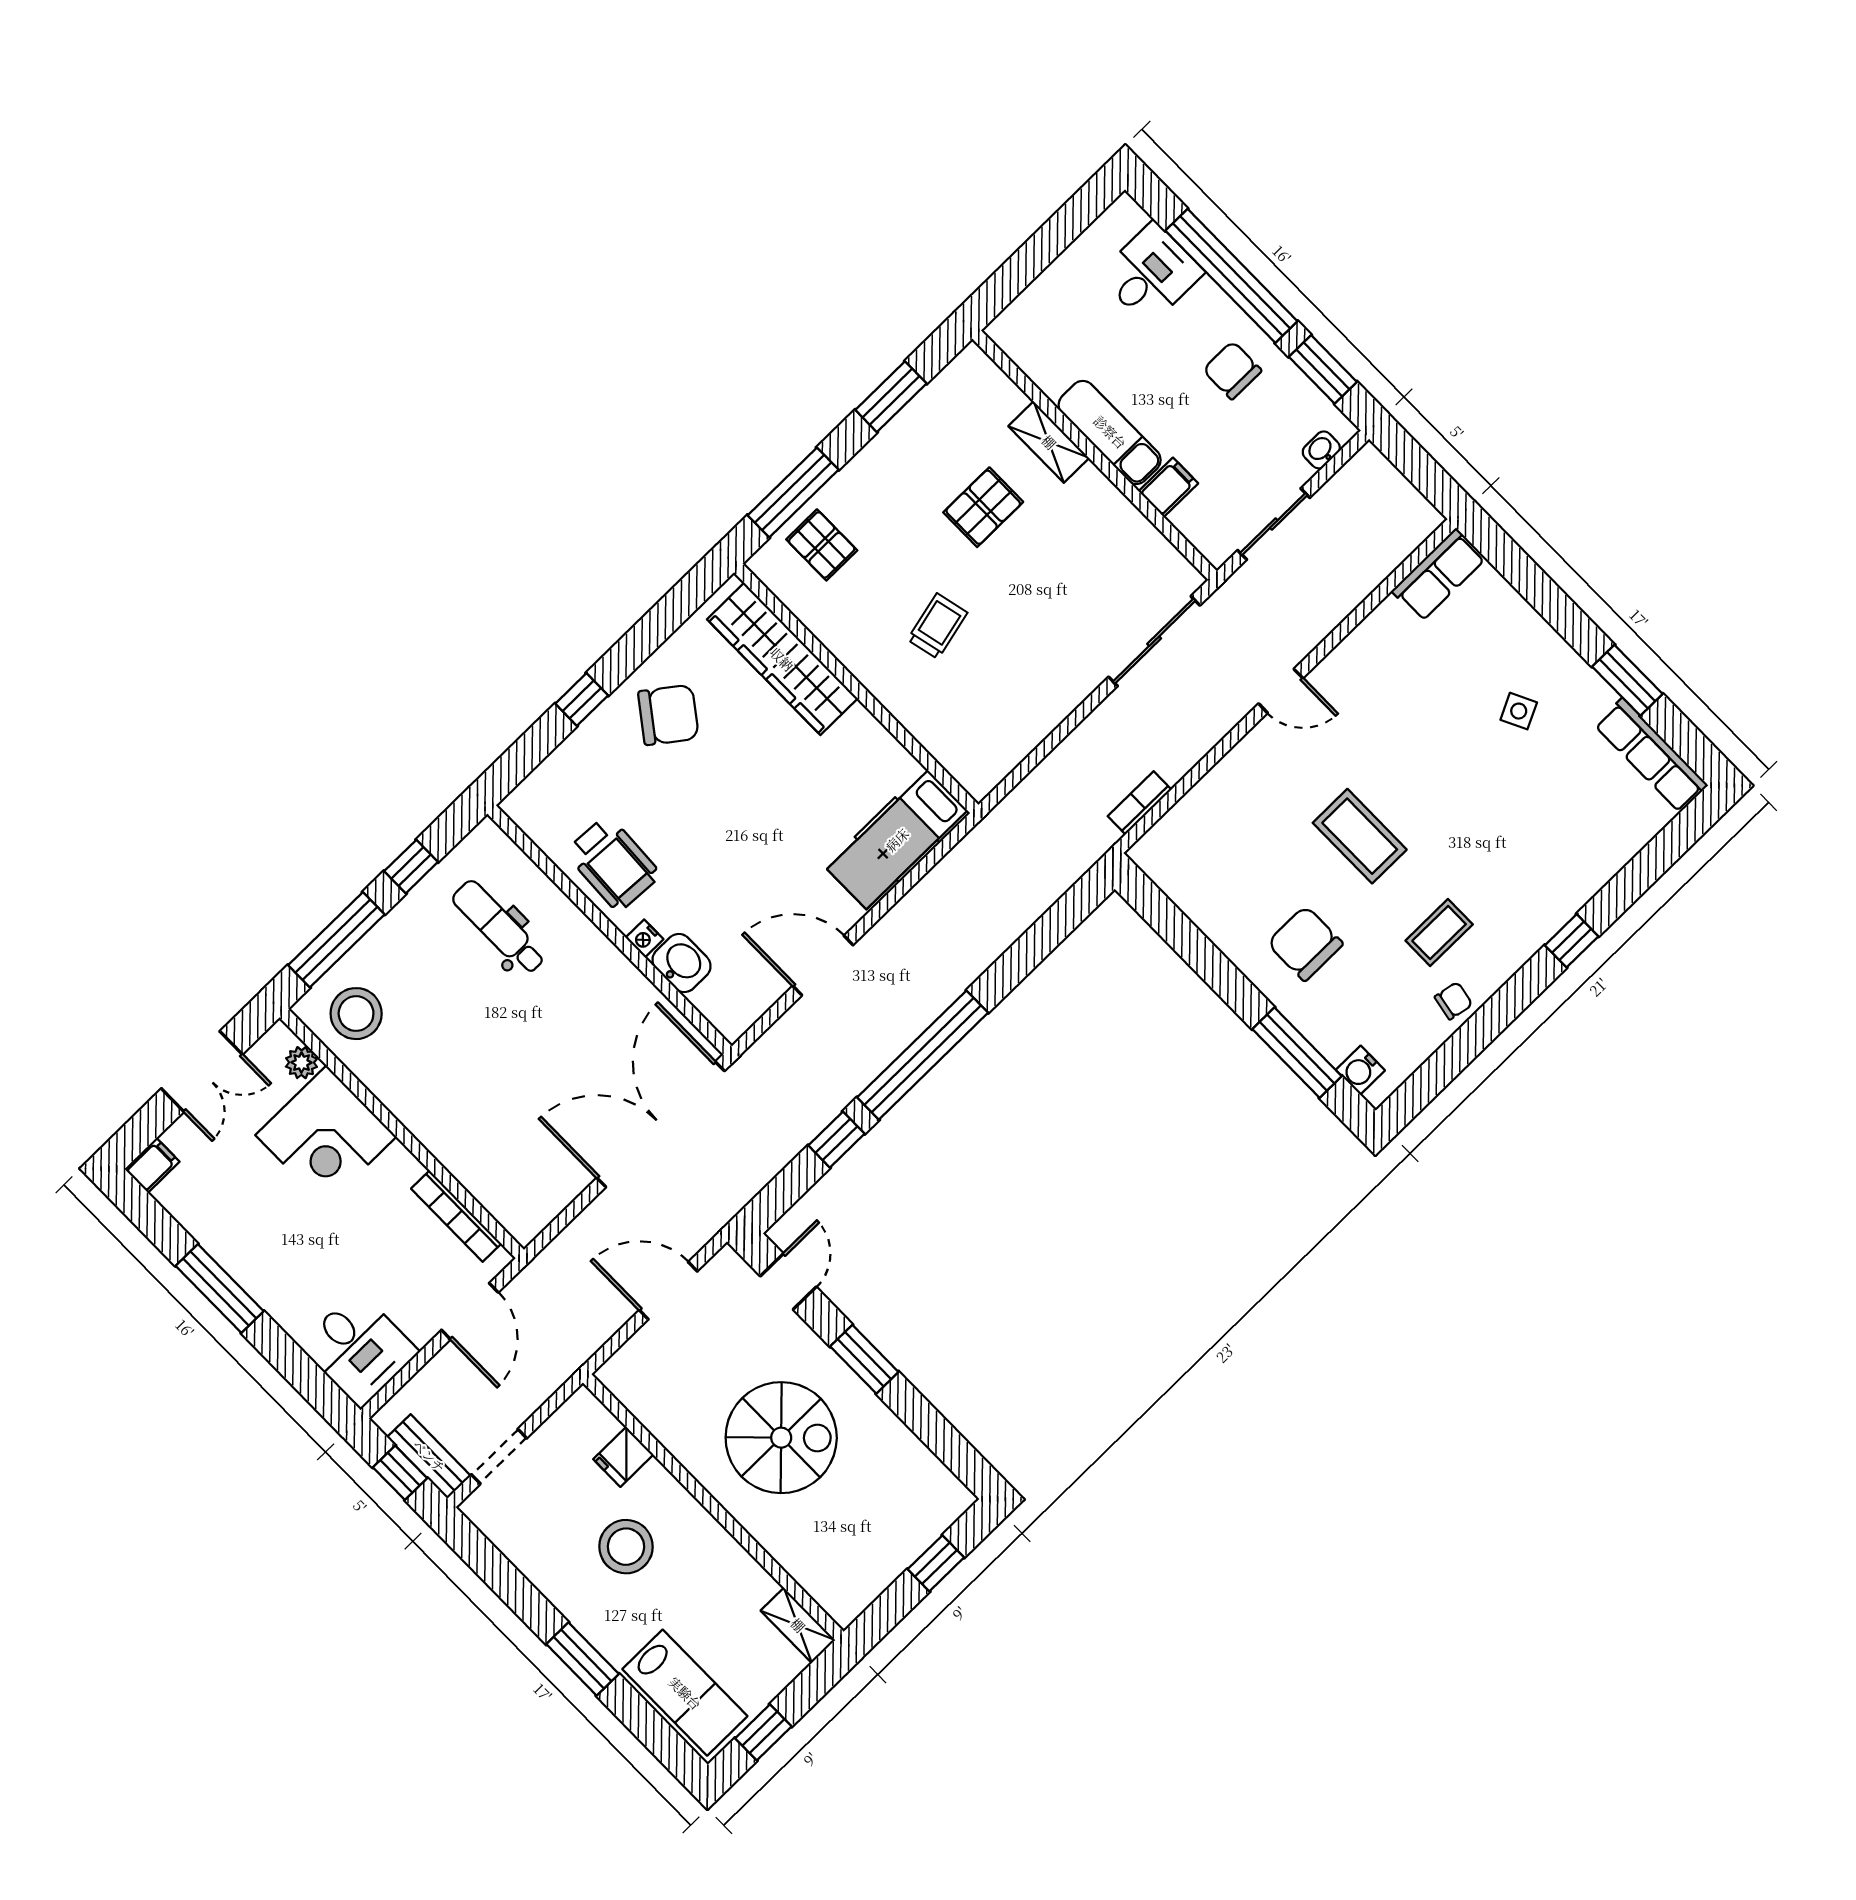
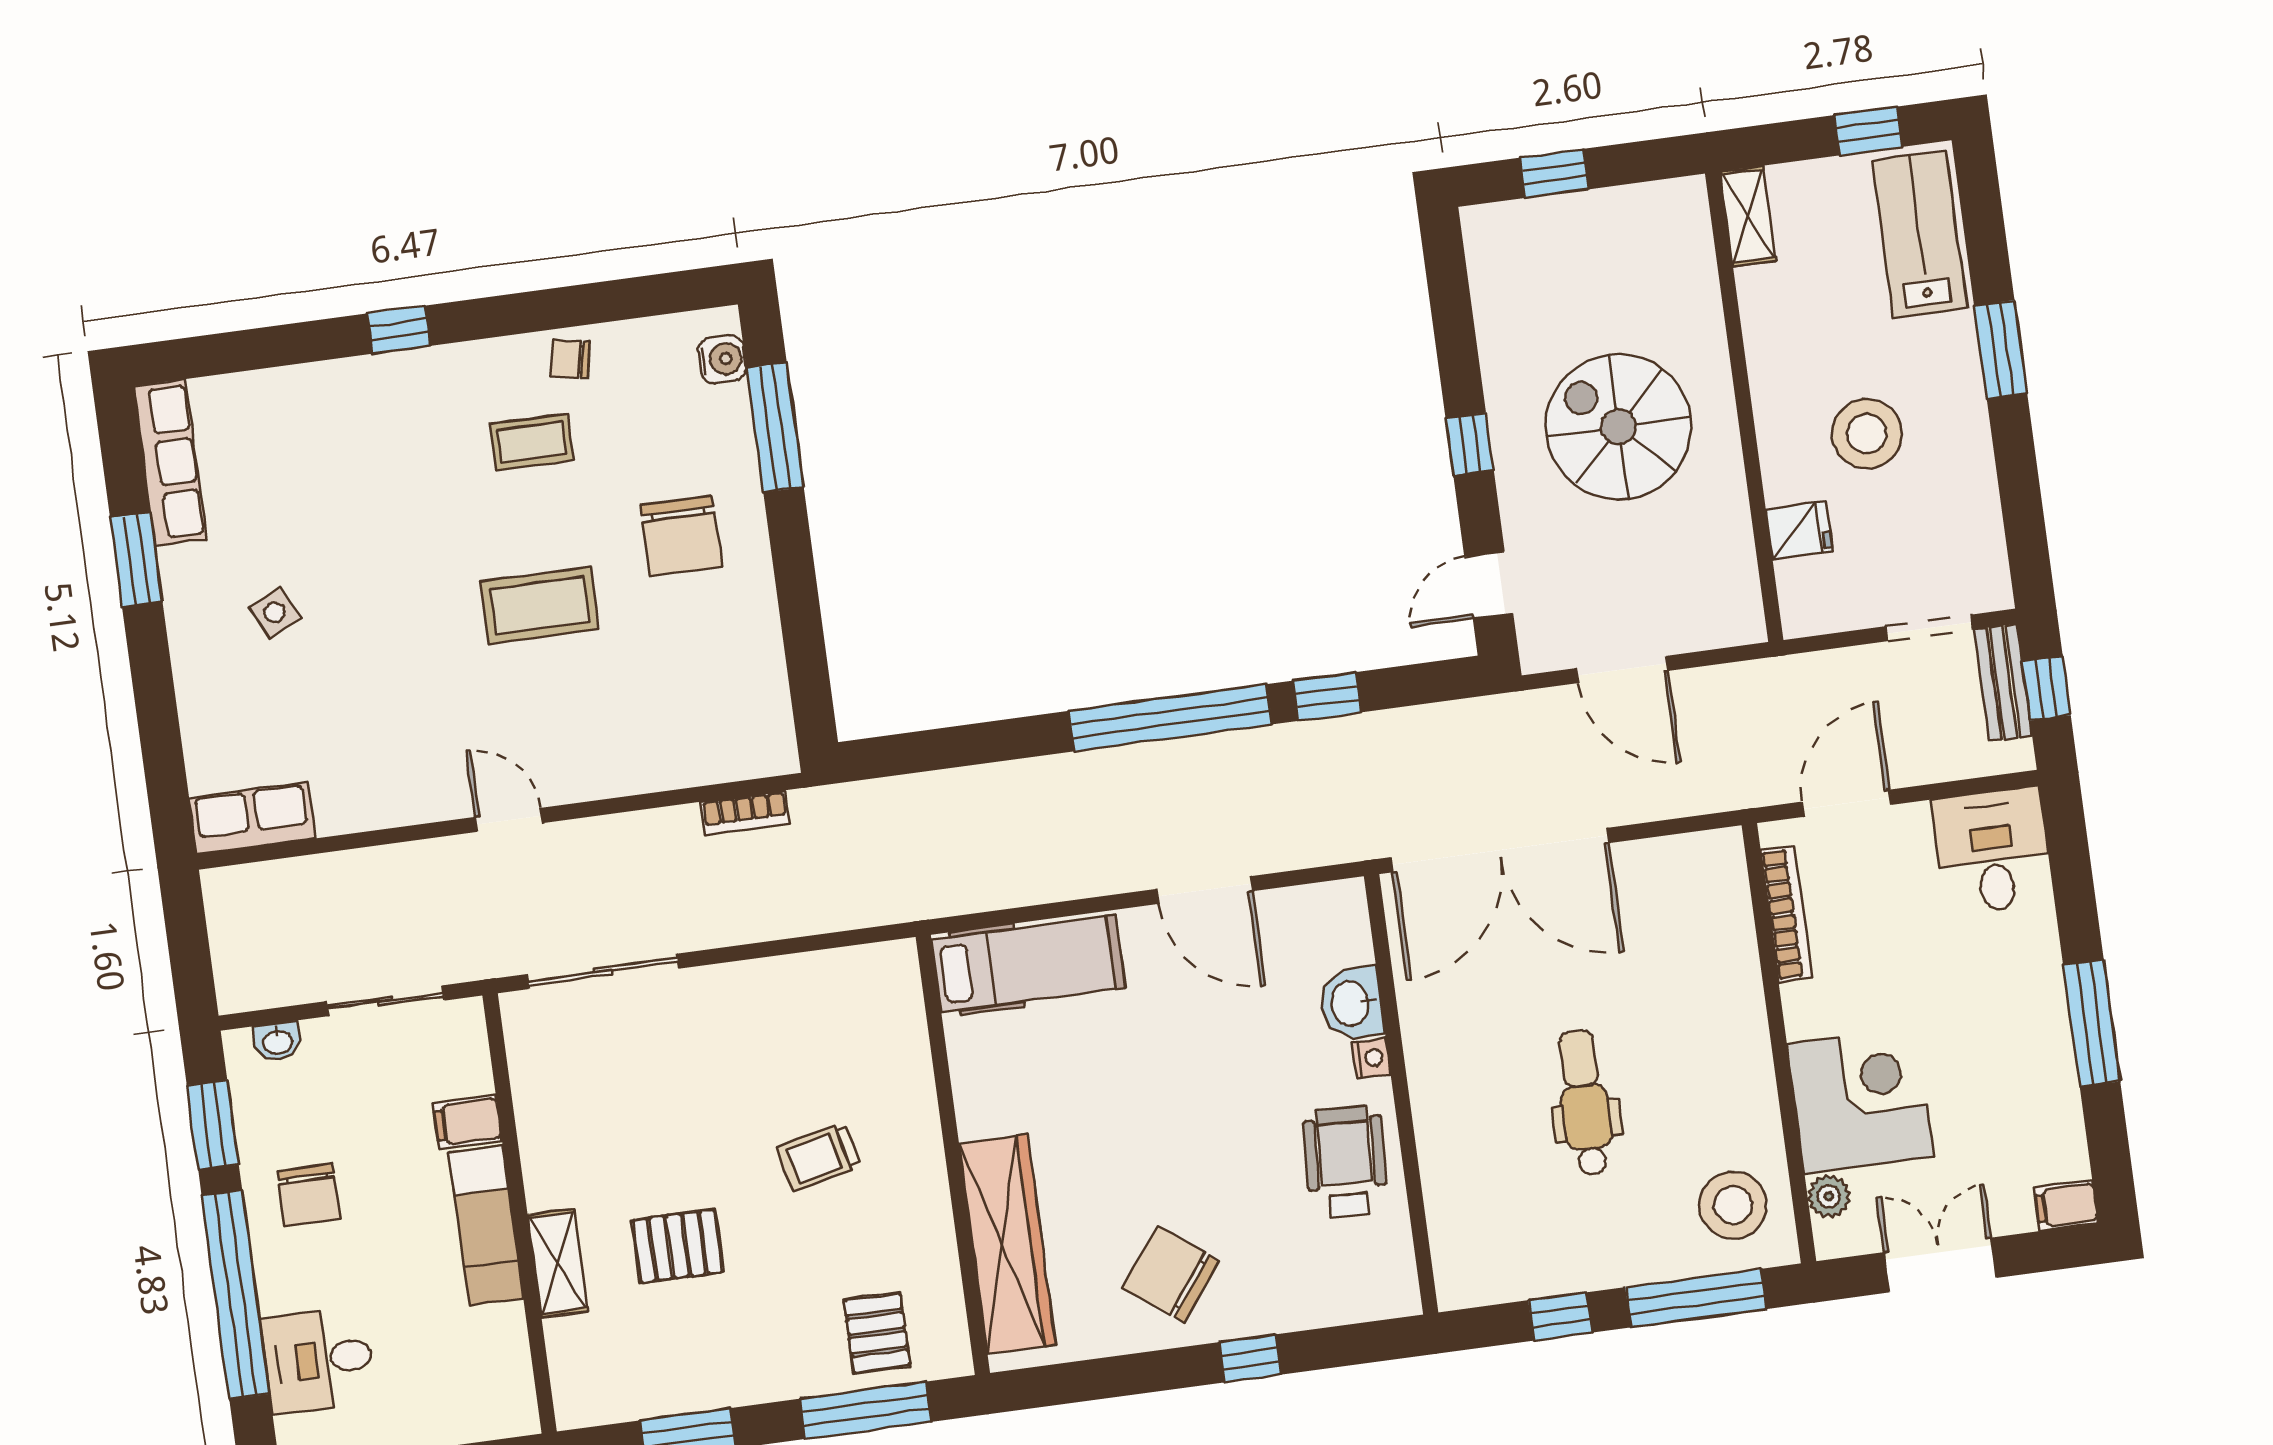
coffee table: (1360, 836) -> (540, 606), turned 90
dental chair: (499, 927) -> (1585, 1103), moved, turned 180
window: (864, 1359) -> (1470, 444), width x0.67

